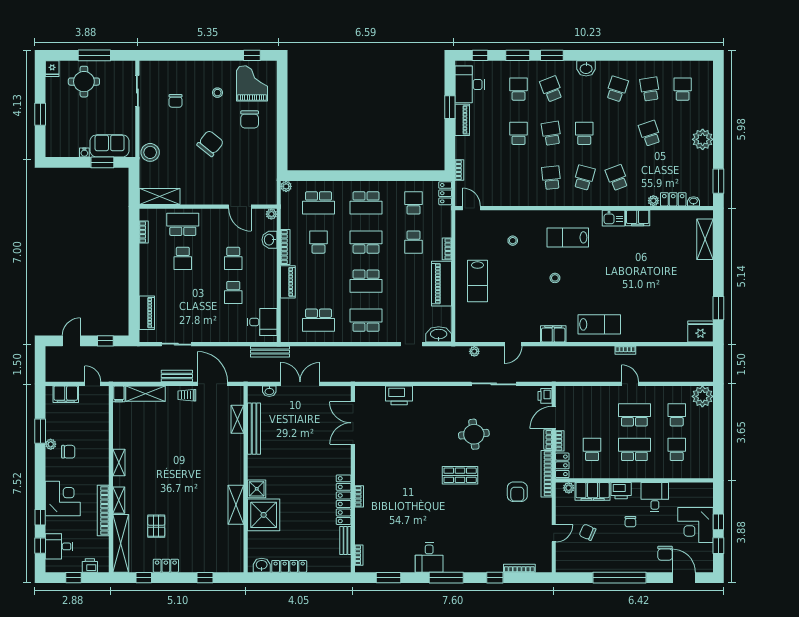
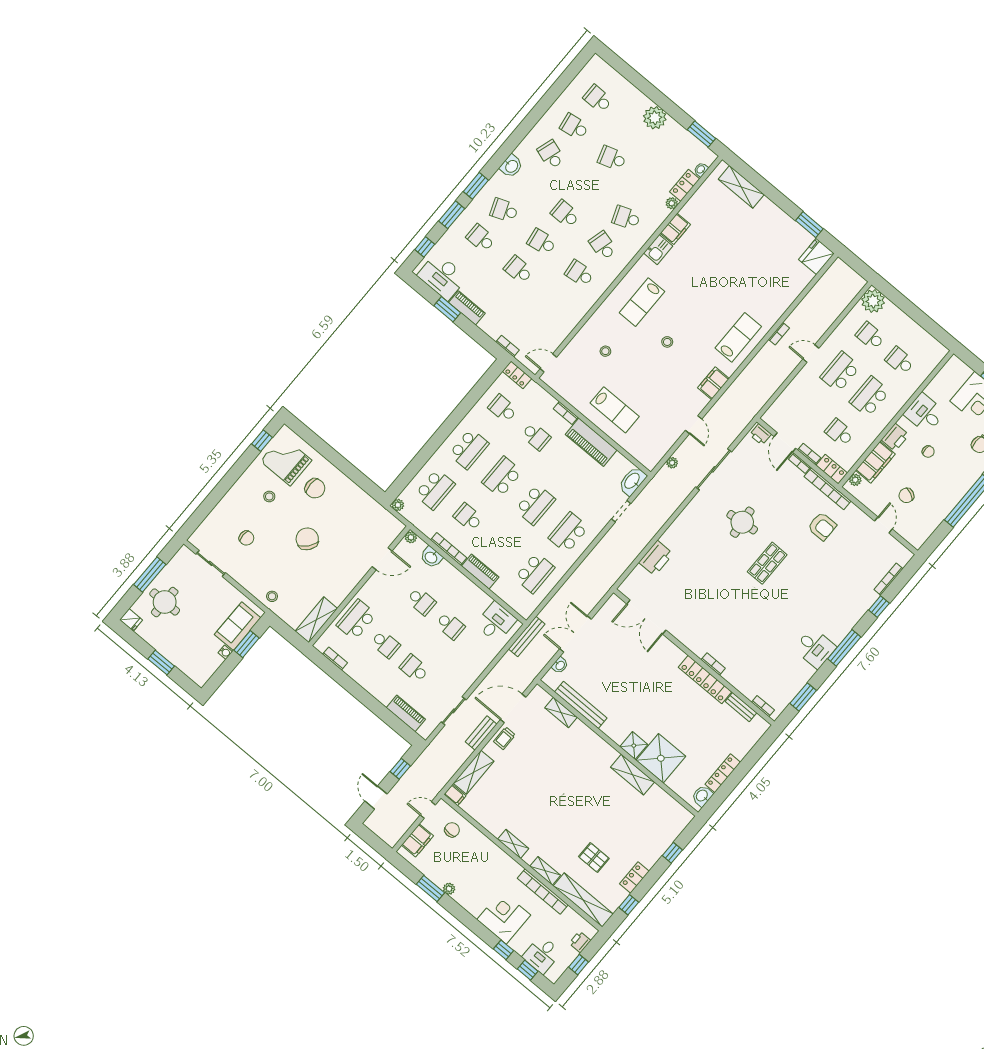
stool: (150, 152) -> (272, 596), width x0.53, depth x0.53
school desk: (183, 292) -> (414, 668), added
chair: (68, 452) -> (452, 830), moved

